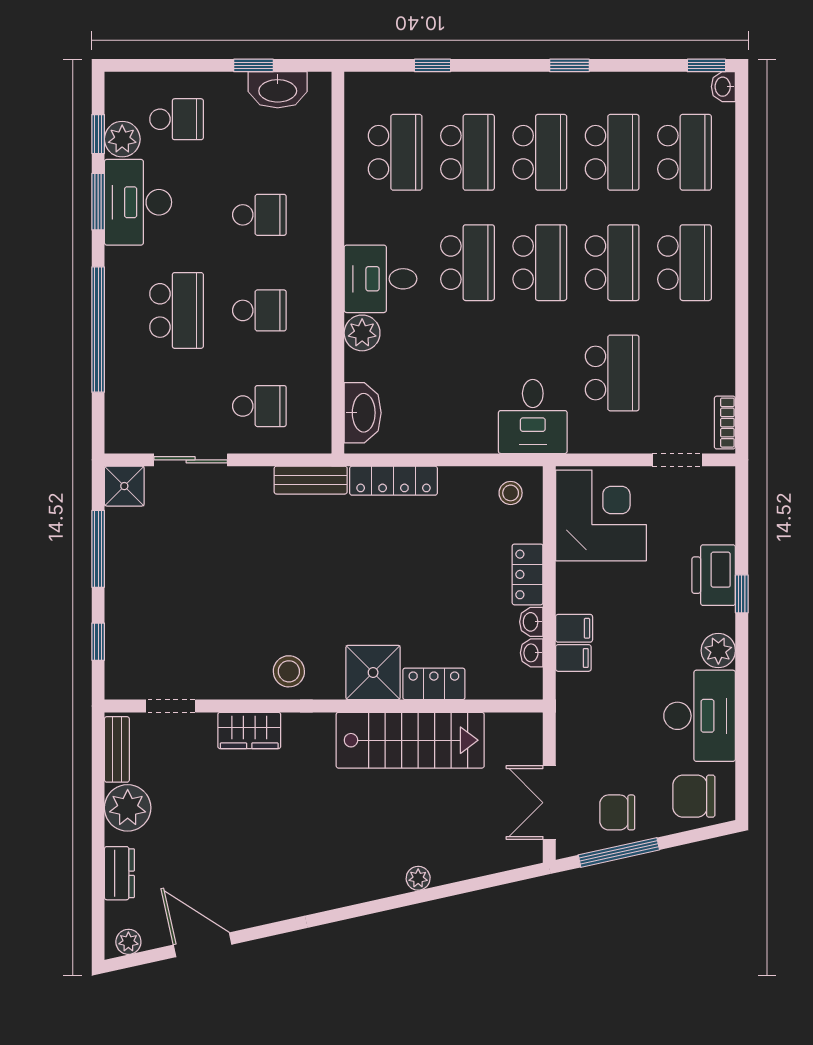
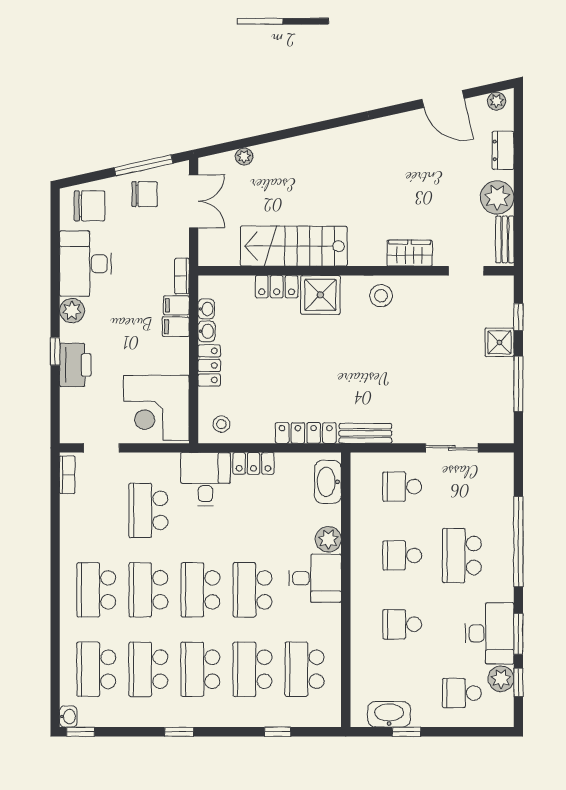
locker: (466, 438) -> (254, 463), added
shower: (124, 486) -> (499, 342), moved
bookcase: (566, 699) -> (182, 276), added
plant: (418, 878) -> (244, 157), moved

